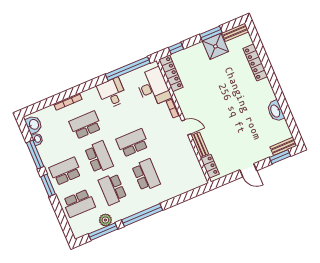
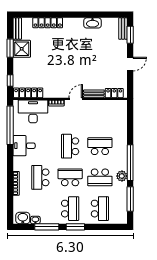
school desk: (65, 171) -> (70, 209), turned 180
plant: (105, 220) -> (122, 176), moved

